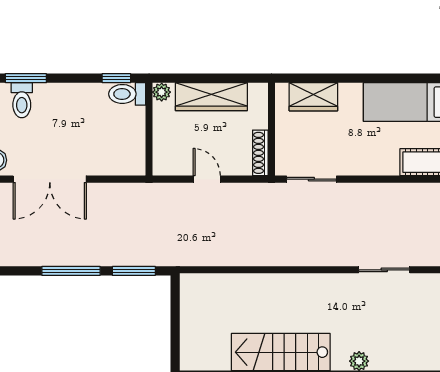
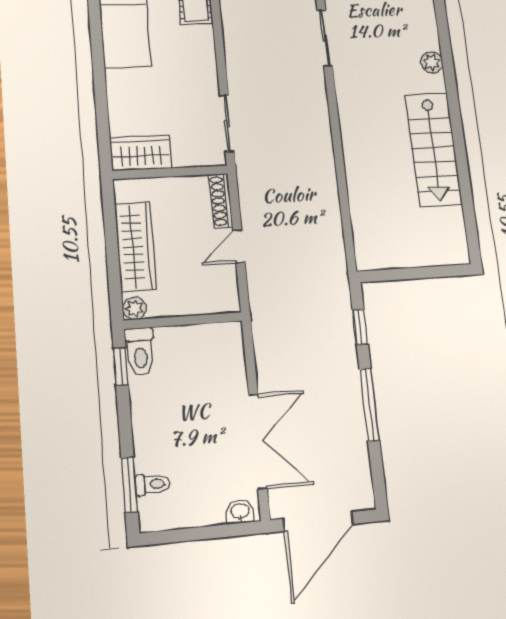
wardrobe: (313, 97) -> (141, 153), moved, turned -90
toilet: (22, 100) -> (152, 484), width x0.73, depth x0.72
shoe rack: (260, 153) -> (221, 201), moved, turned 90
window: (134, 271) -> (360, 327), width x0.67

